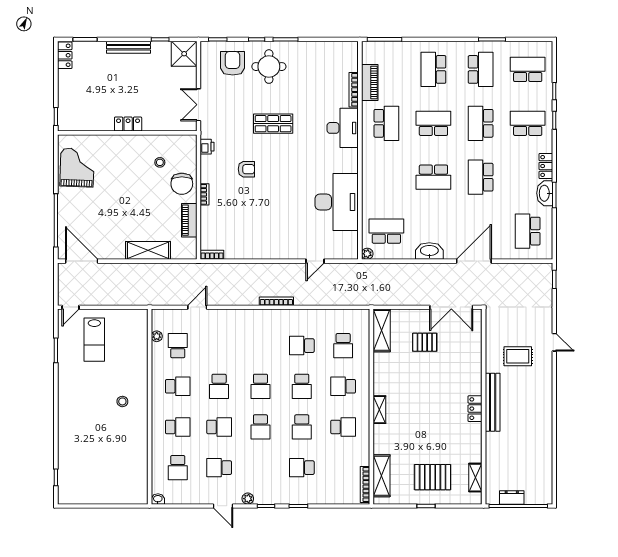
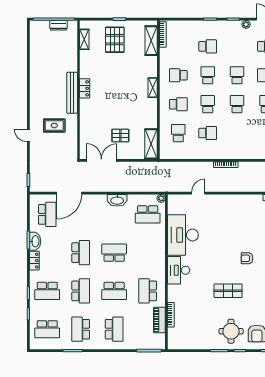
desk: (343, 128) -> (179, 270), moved
door: (474, 261) -> (69, 193), moved
pallet: (433, 477) -> (115, 40), turned 90

